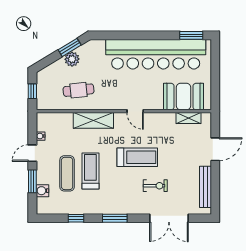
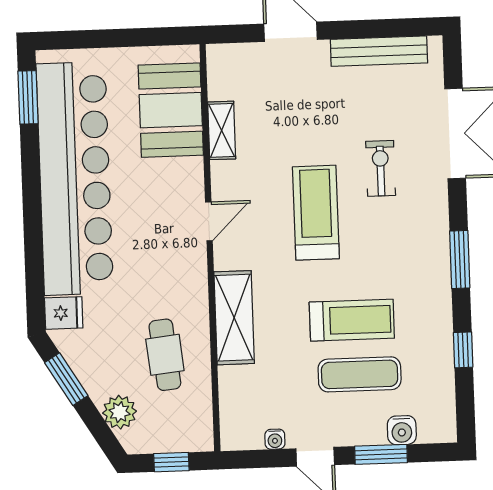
fridge: (98, 47) -> (64, 313), added
plant: (72, 59) -> (120, 412), moved
shelving: (189, 118) -> (222, 130), moved
treadmill: (90, 171) -> (352, 320), turned 180

